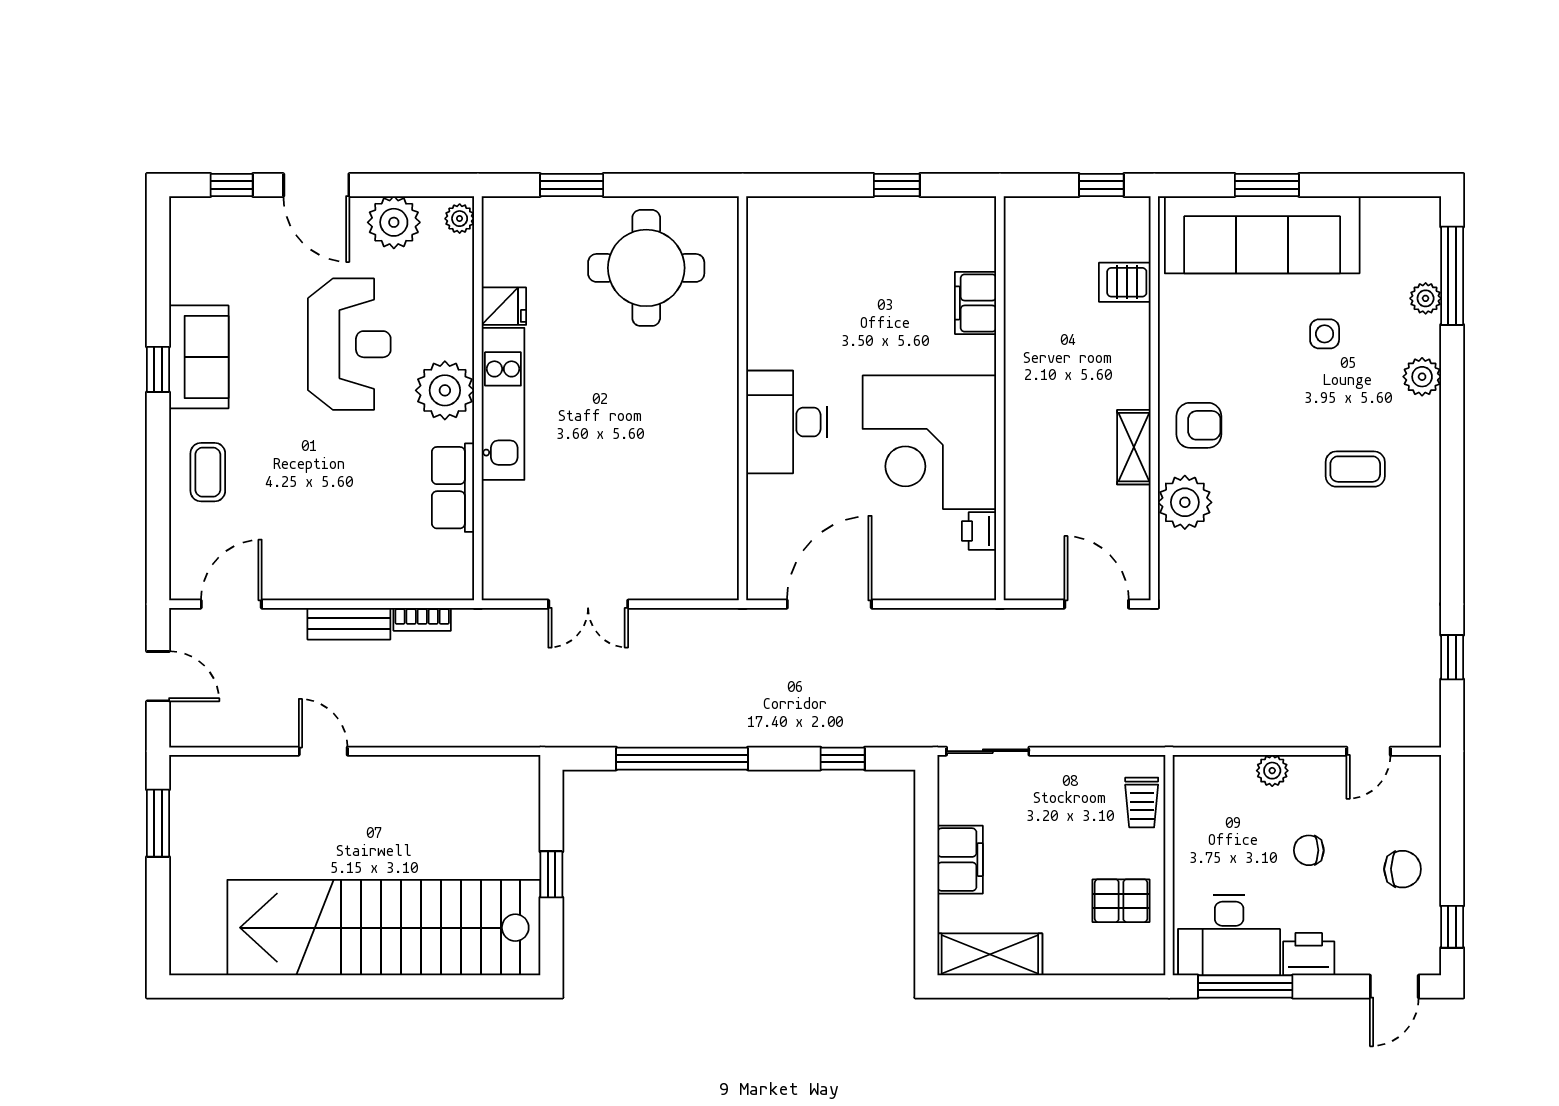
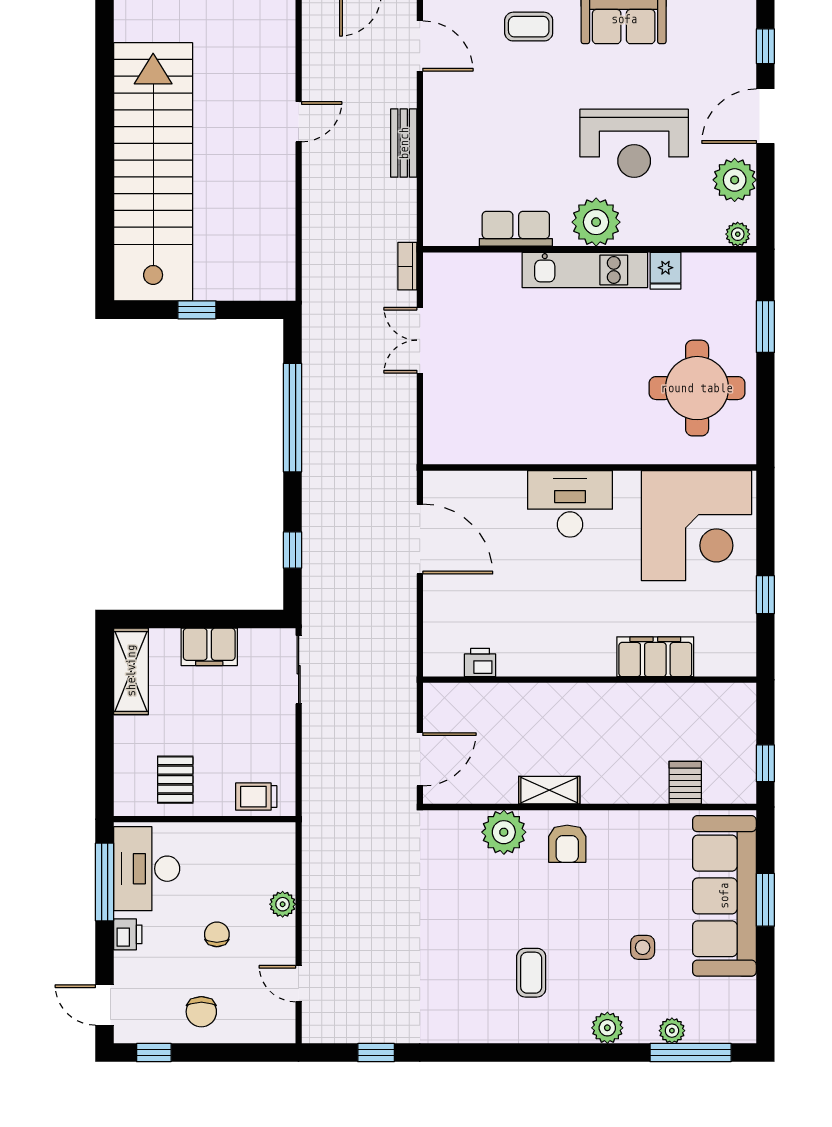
filing cabinet: (976, 303) -> (655, 657), width x1.50, depth x1.17
corner desk: (929, 442) -> (697, 526), moved, turned 180
bookcase: (422, 619) -> (407, 266), moved
printer: (1309, 954) -> (128, 934), width x0.73, depth x0.81

